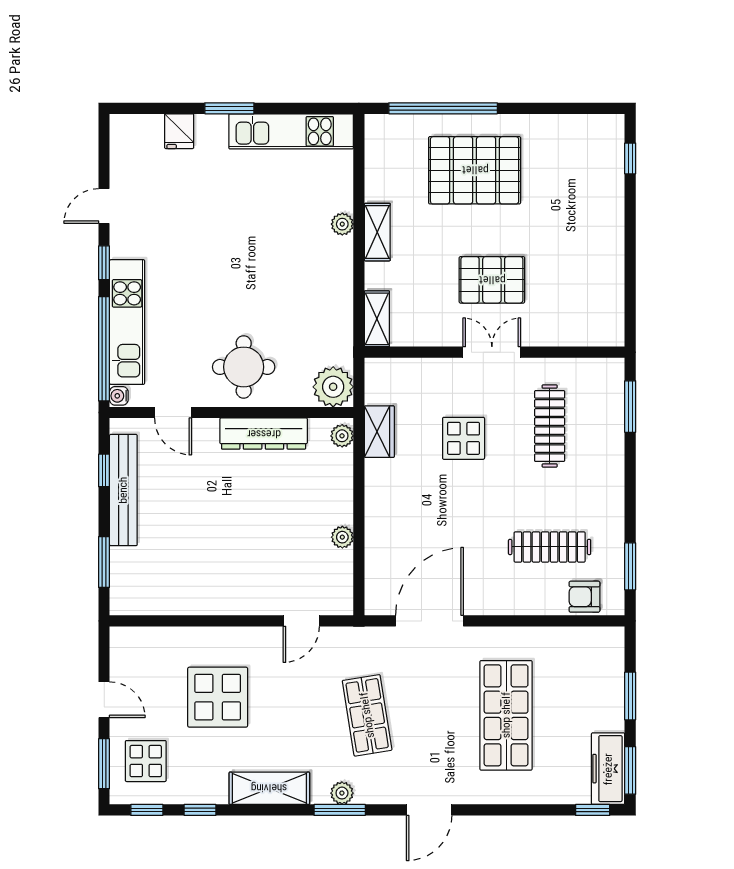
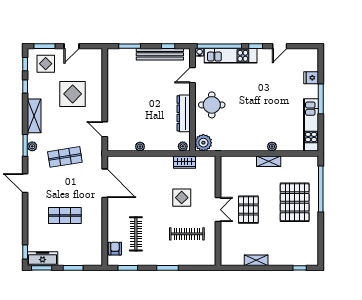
window: (229, 108) -> (321, 99), width x1.44
door: (104, 206) -> (280, 46), swing flipped
shelving: (377, 319) -> (256, 260), moved
window: (630, 407) -> (167, 268), moved
shop shelf: (506, 715) -> (65, 216), width x0.70, depth x0.74

